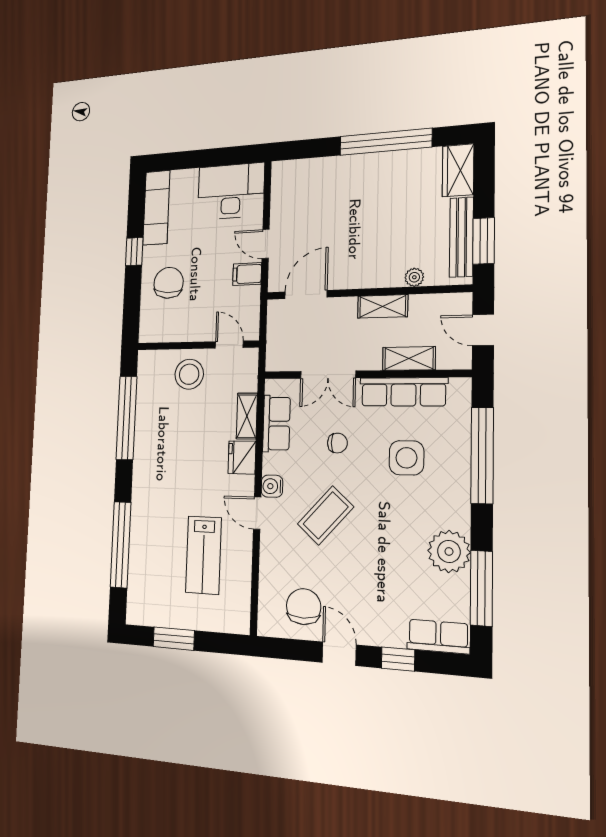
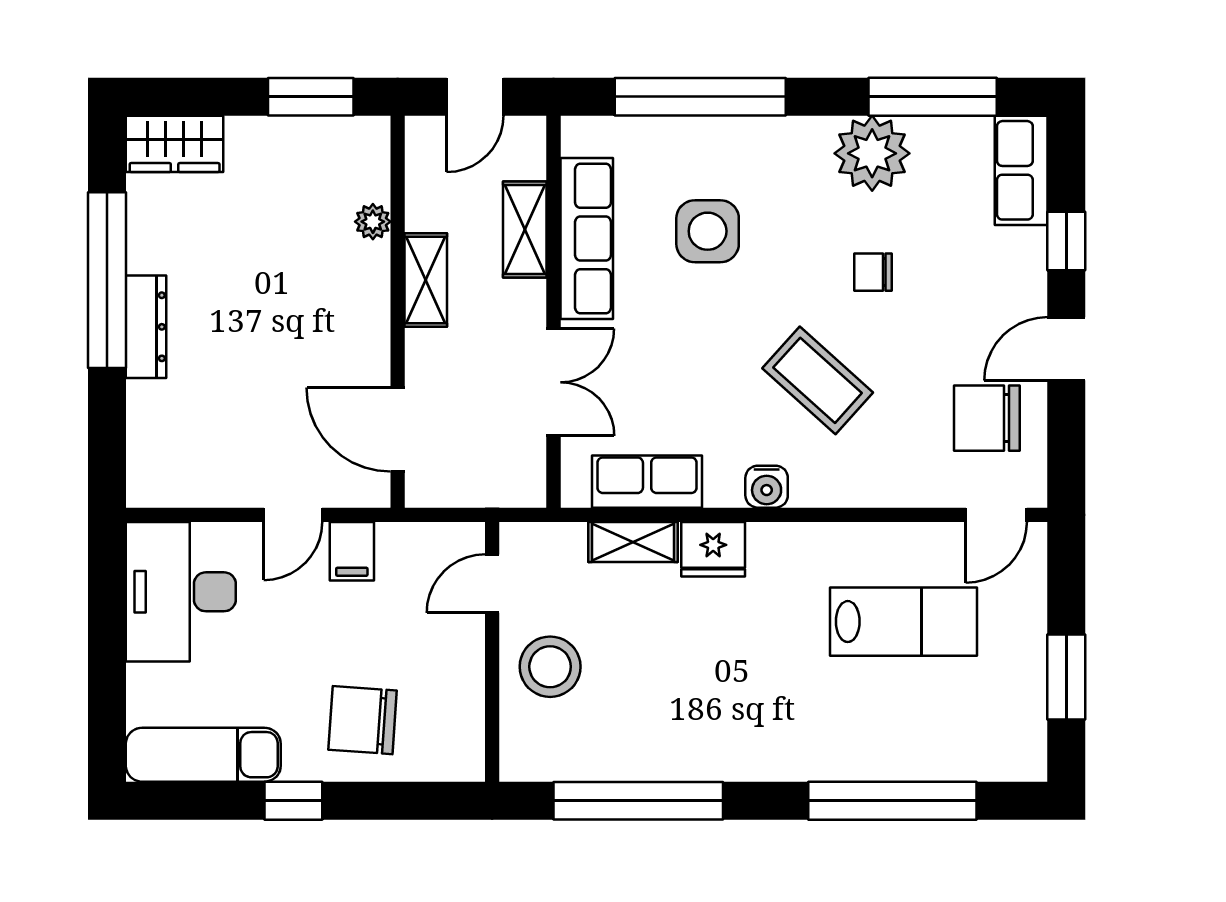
dresser: (361, 164) -> (146, 327), added
bench: (461, 237) -> (302, 136), removed
chair: (337, 443) -> (873, 272), moved, turned -90
door: (257, 513) -> (996, 515), moved

